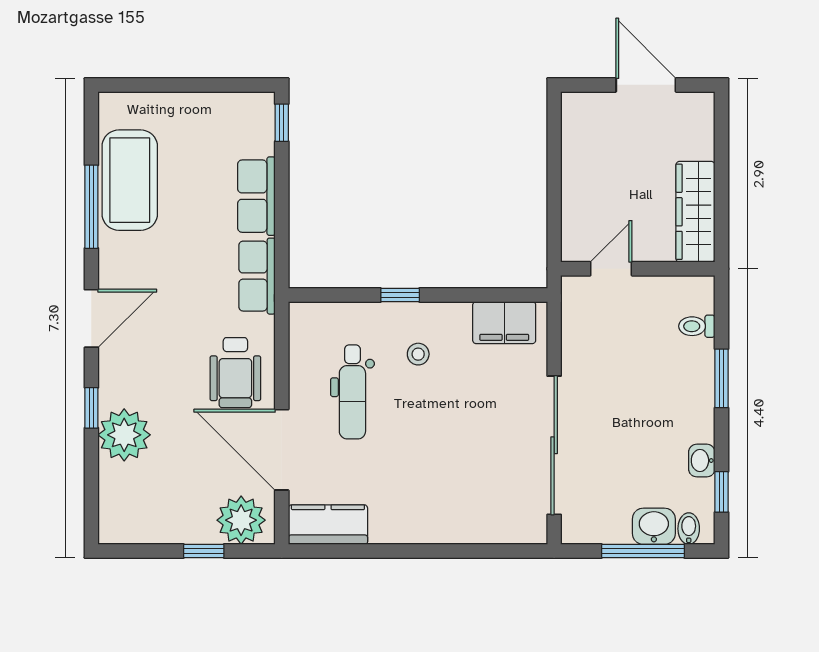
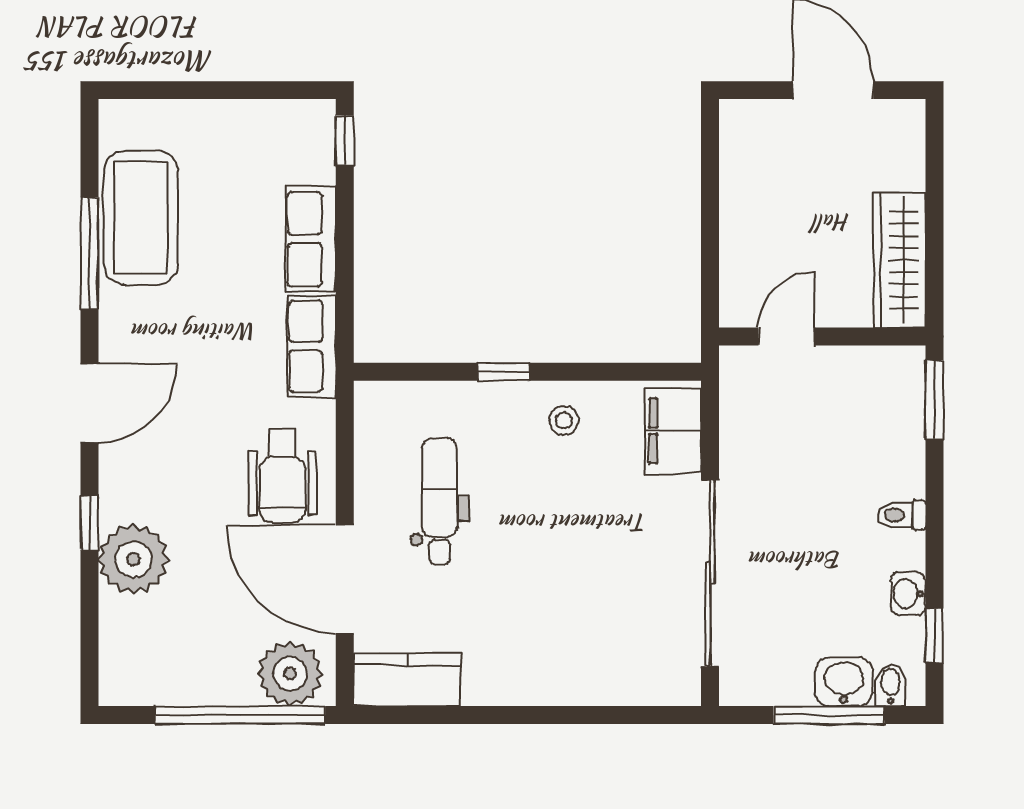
filing cabinet: (504, 323) -> (673, 431), moved, turned 90
toilet: (697, 326) -> (901, 515), moved
stool: (418, 354) -> (564, 420), moved
window: (721, 378) -> (934, 399), moved
dental chair: (352, 392) -> (440, 502), turned 180
window: (204, 551) -> (240, 715), width x3.17

